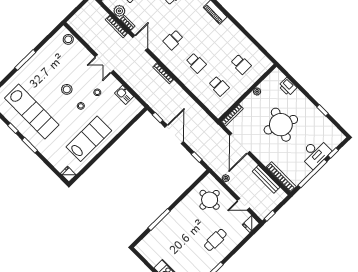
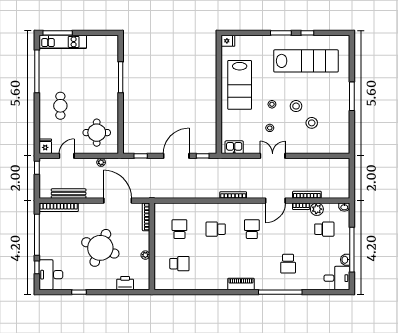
stool: (68, 39) -> (312, 123), moved
door: (140, 43) -> (275, 201), hinge flipped
double door: (104, 64) -> (273, 156), moved
school desk: (241, 64) -> (179, 264), turned 180
school desk: (219, 86) -> (179, 229), turned 90
kitchen sink: (124, 95) -> (234, 147), moved
lab bench: (32, 112) -> (306, 61), turned 180
door: (174, 134) -> (176, 156), swing flipped
desk: (315, 153) -> (51, 275), moved

